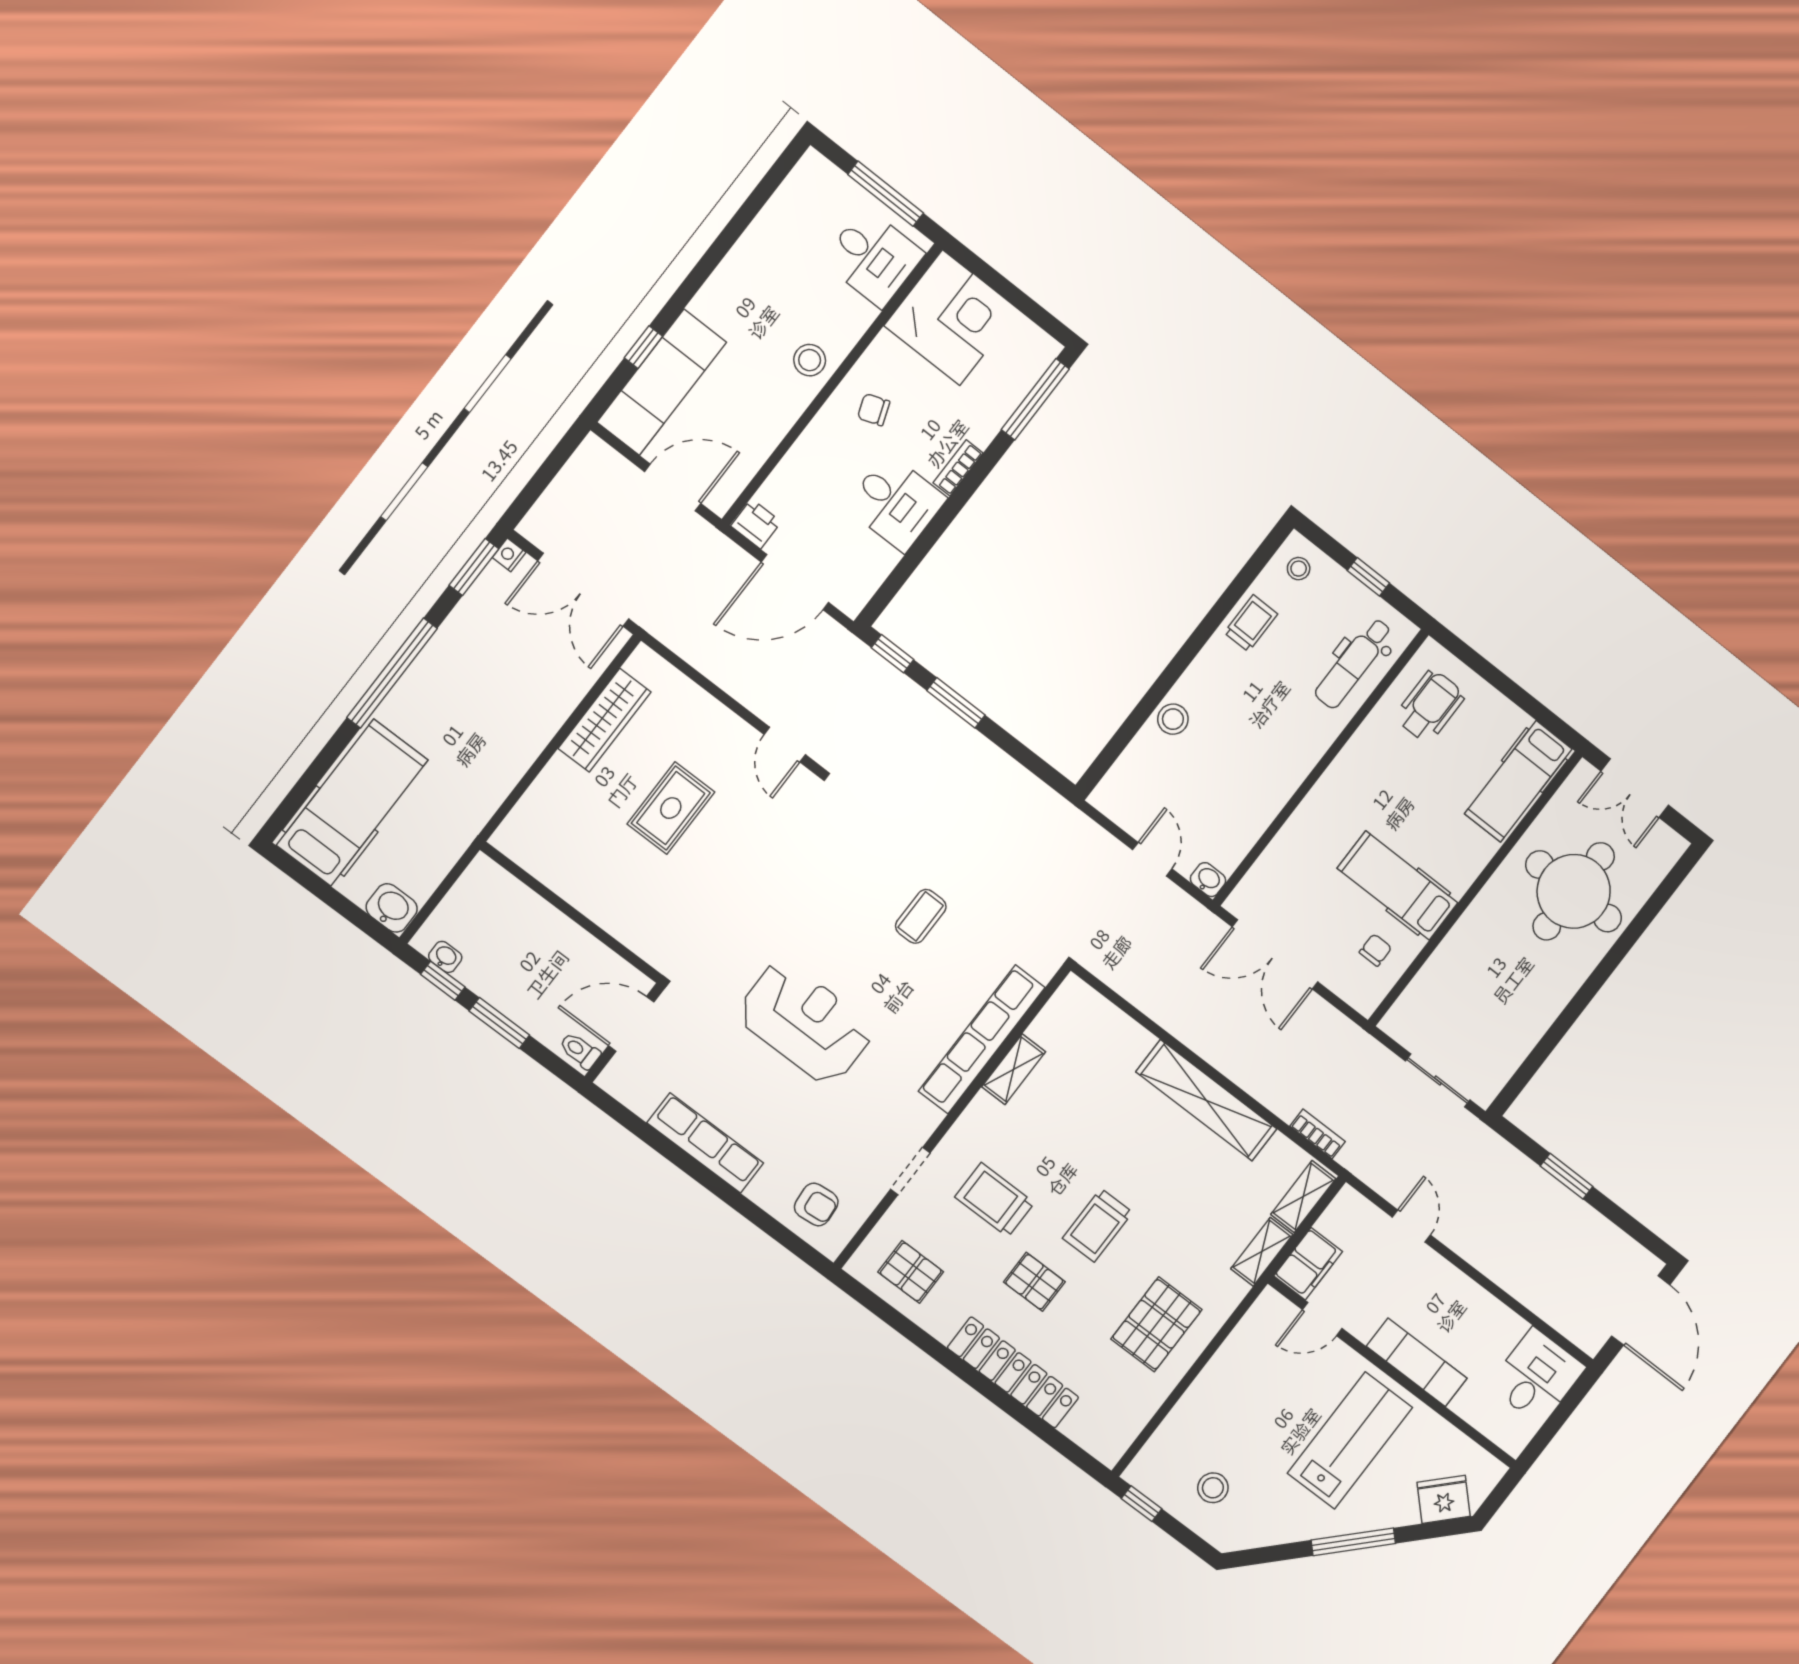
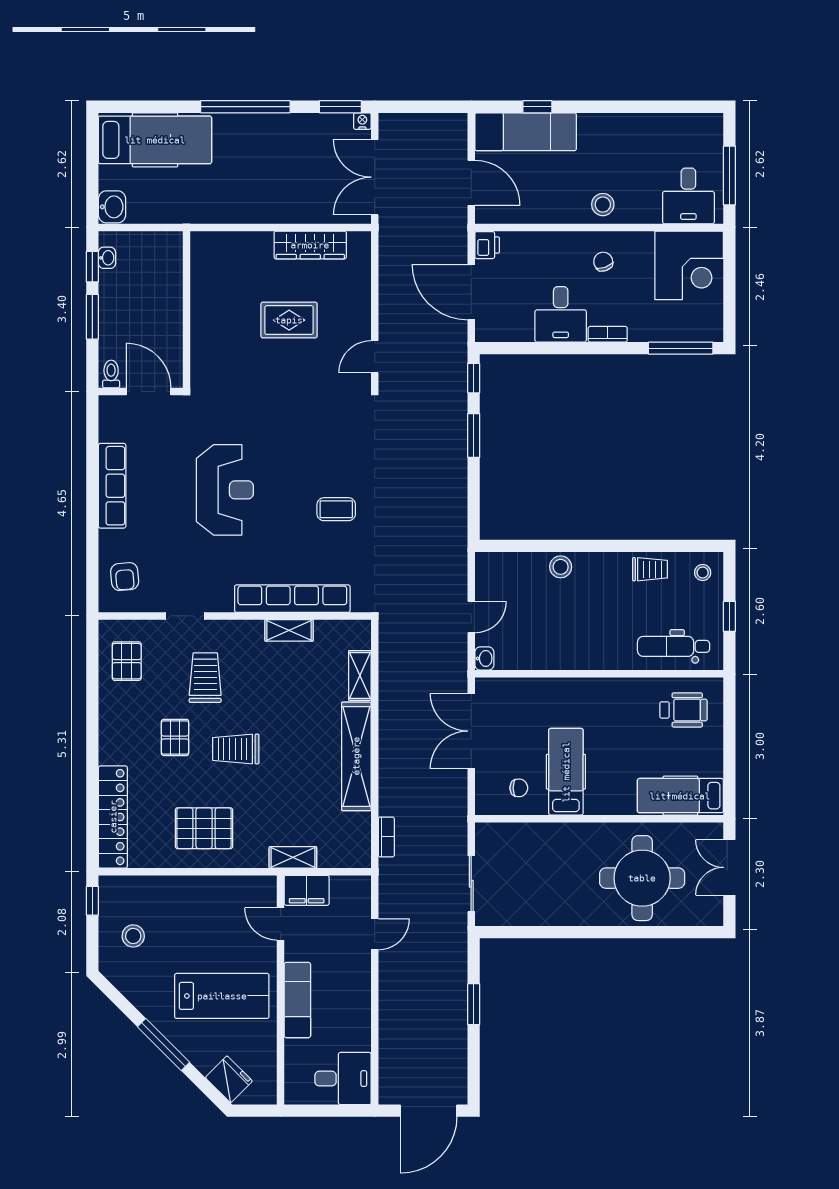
shelving: (1303, 1197) -> (360, 675), moved, turned 90
locker: (1013, 1372) -> (113, 817), moved

